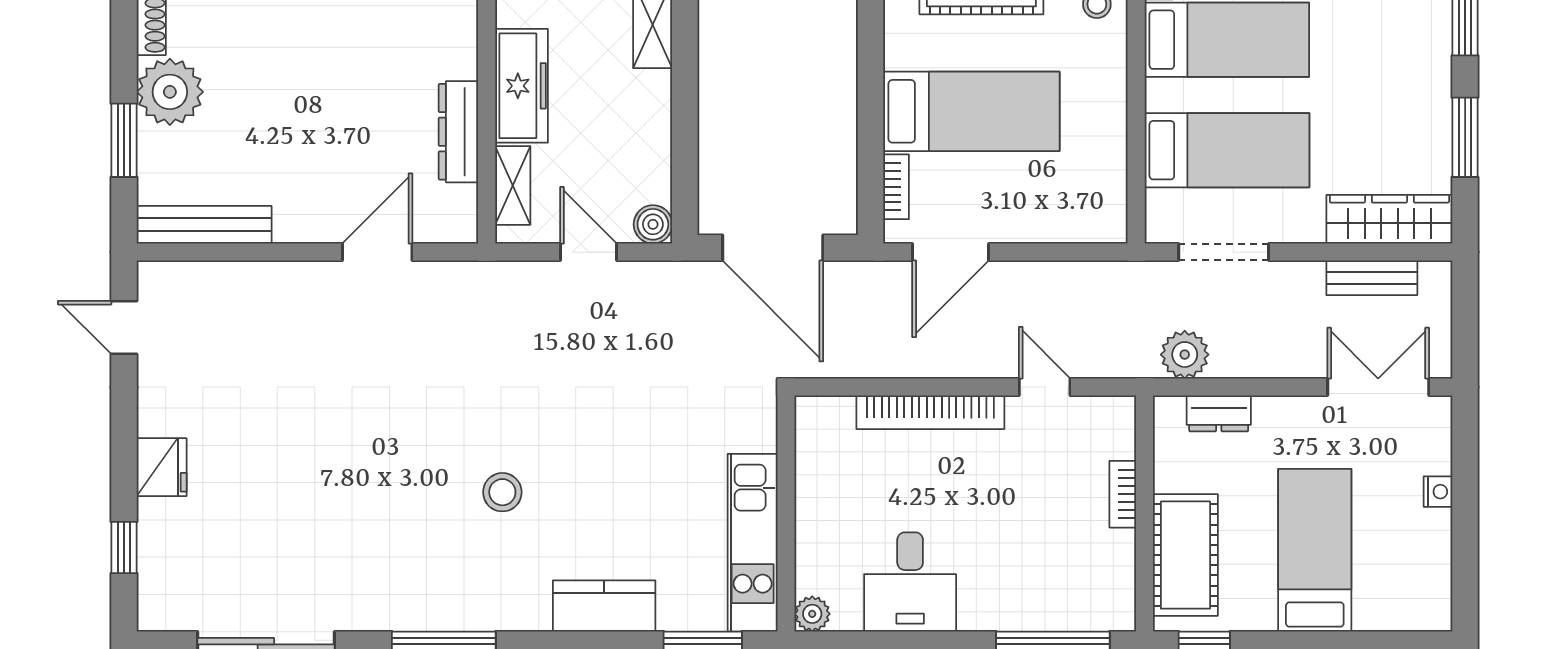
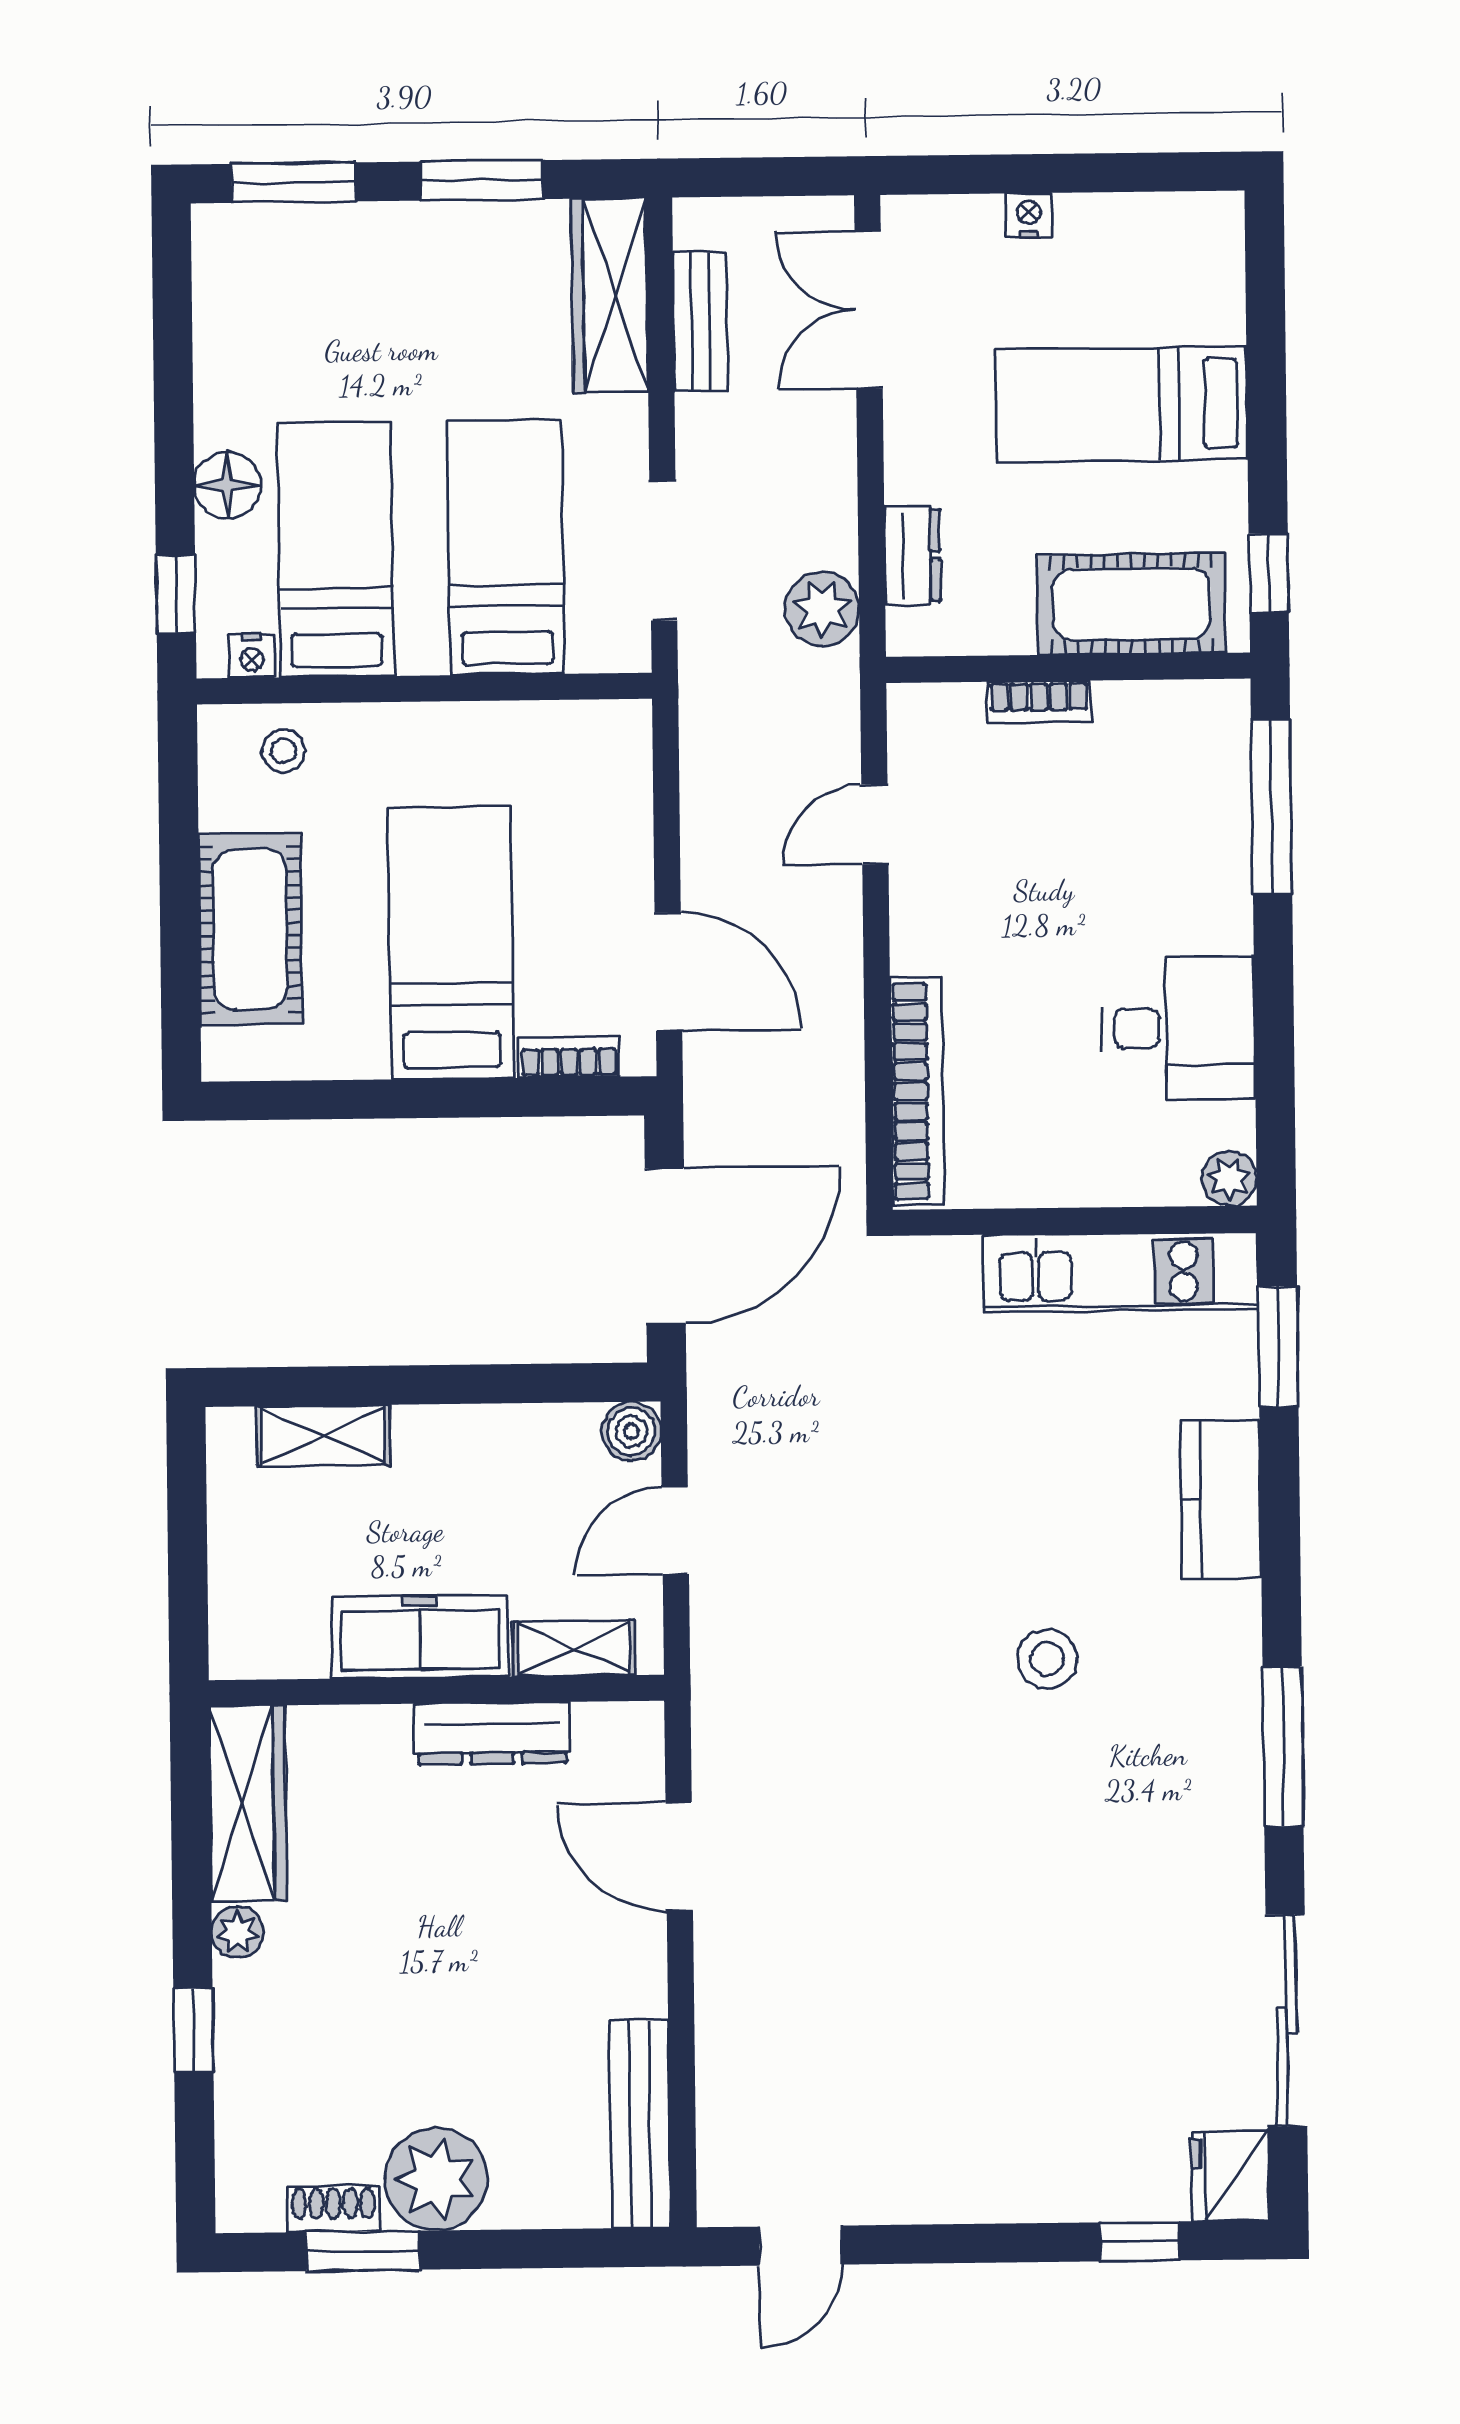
window: (124, 140) -> (363, 2251), moved
bookcase: (930, 412) -> (917, 1091), moved
fridge: (162, 467) -> (1230, 2176), moved, turned -90

